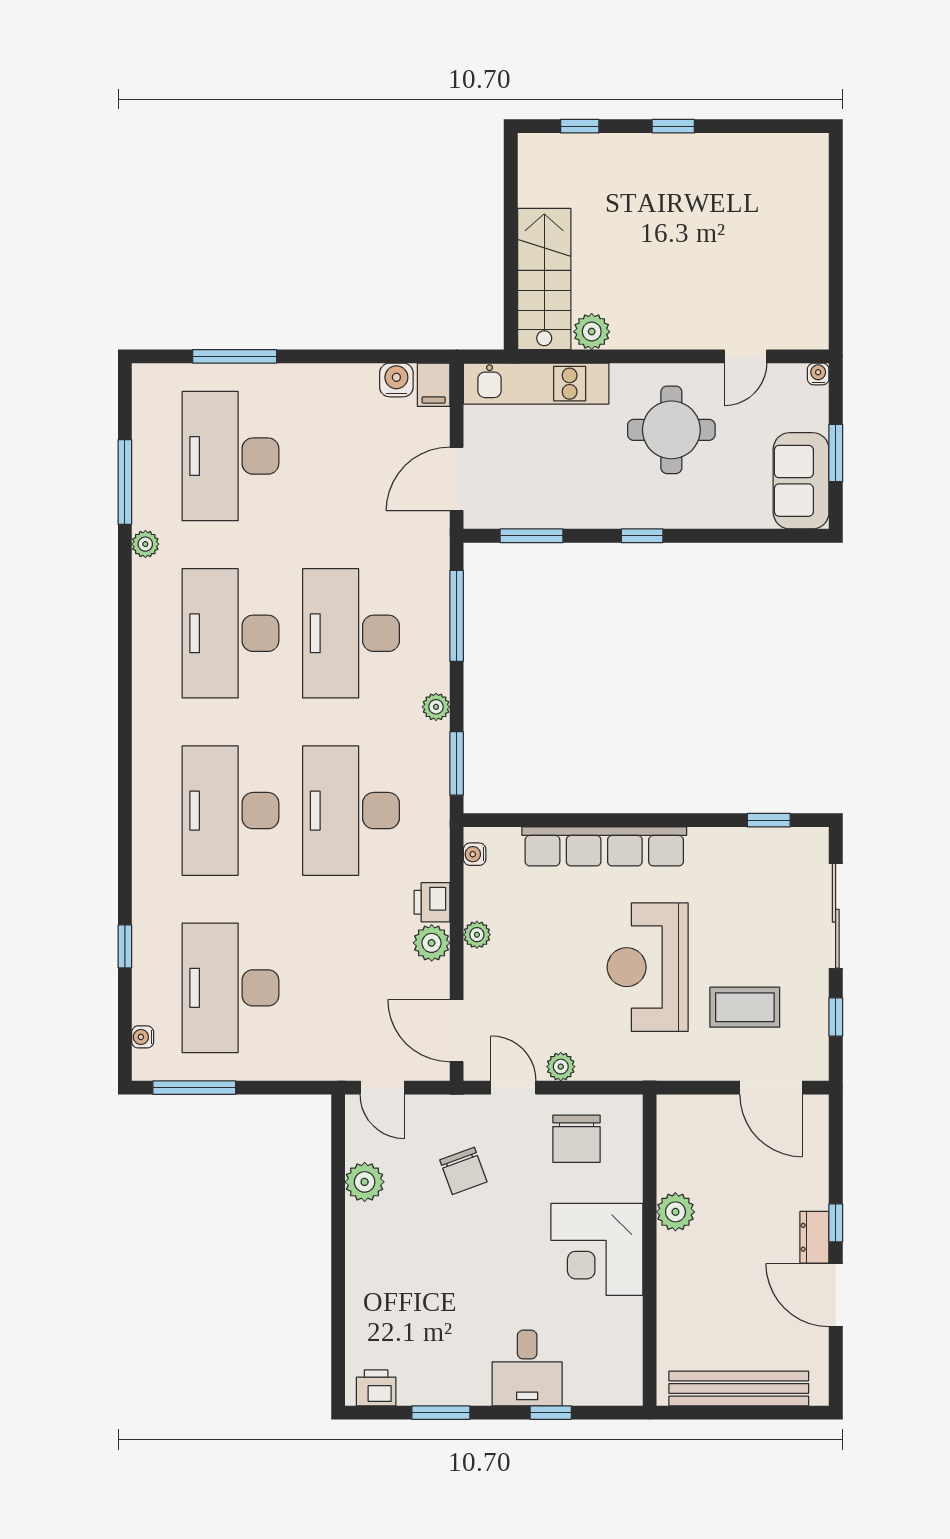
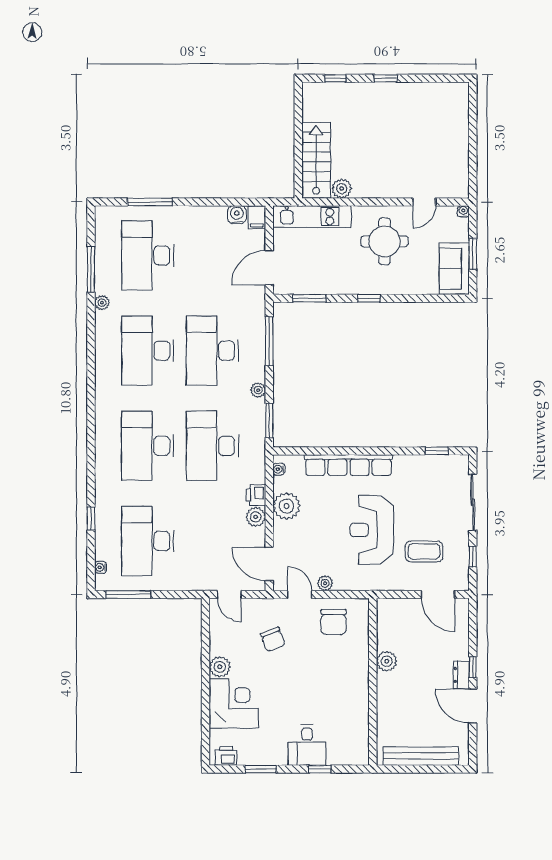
plant: (477, 935) -> (286, 506), width x1.88, depth x1.88
plant: (365, 1182) -> (220, 667), moved
corner desk: (597, 1249) -> (234, 704), moved, turned 180

